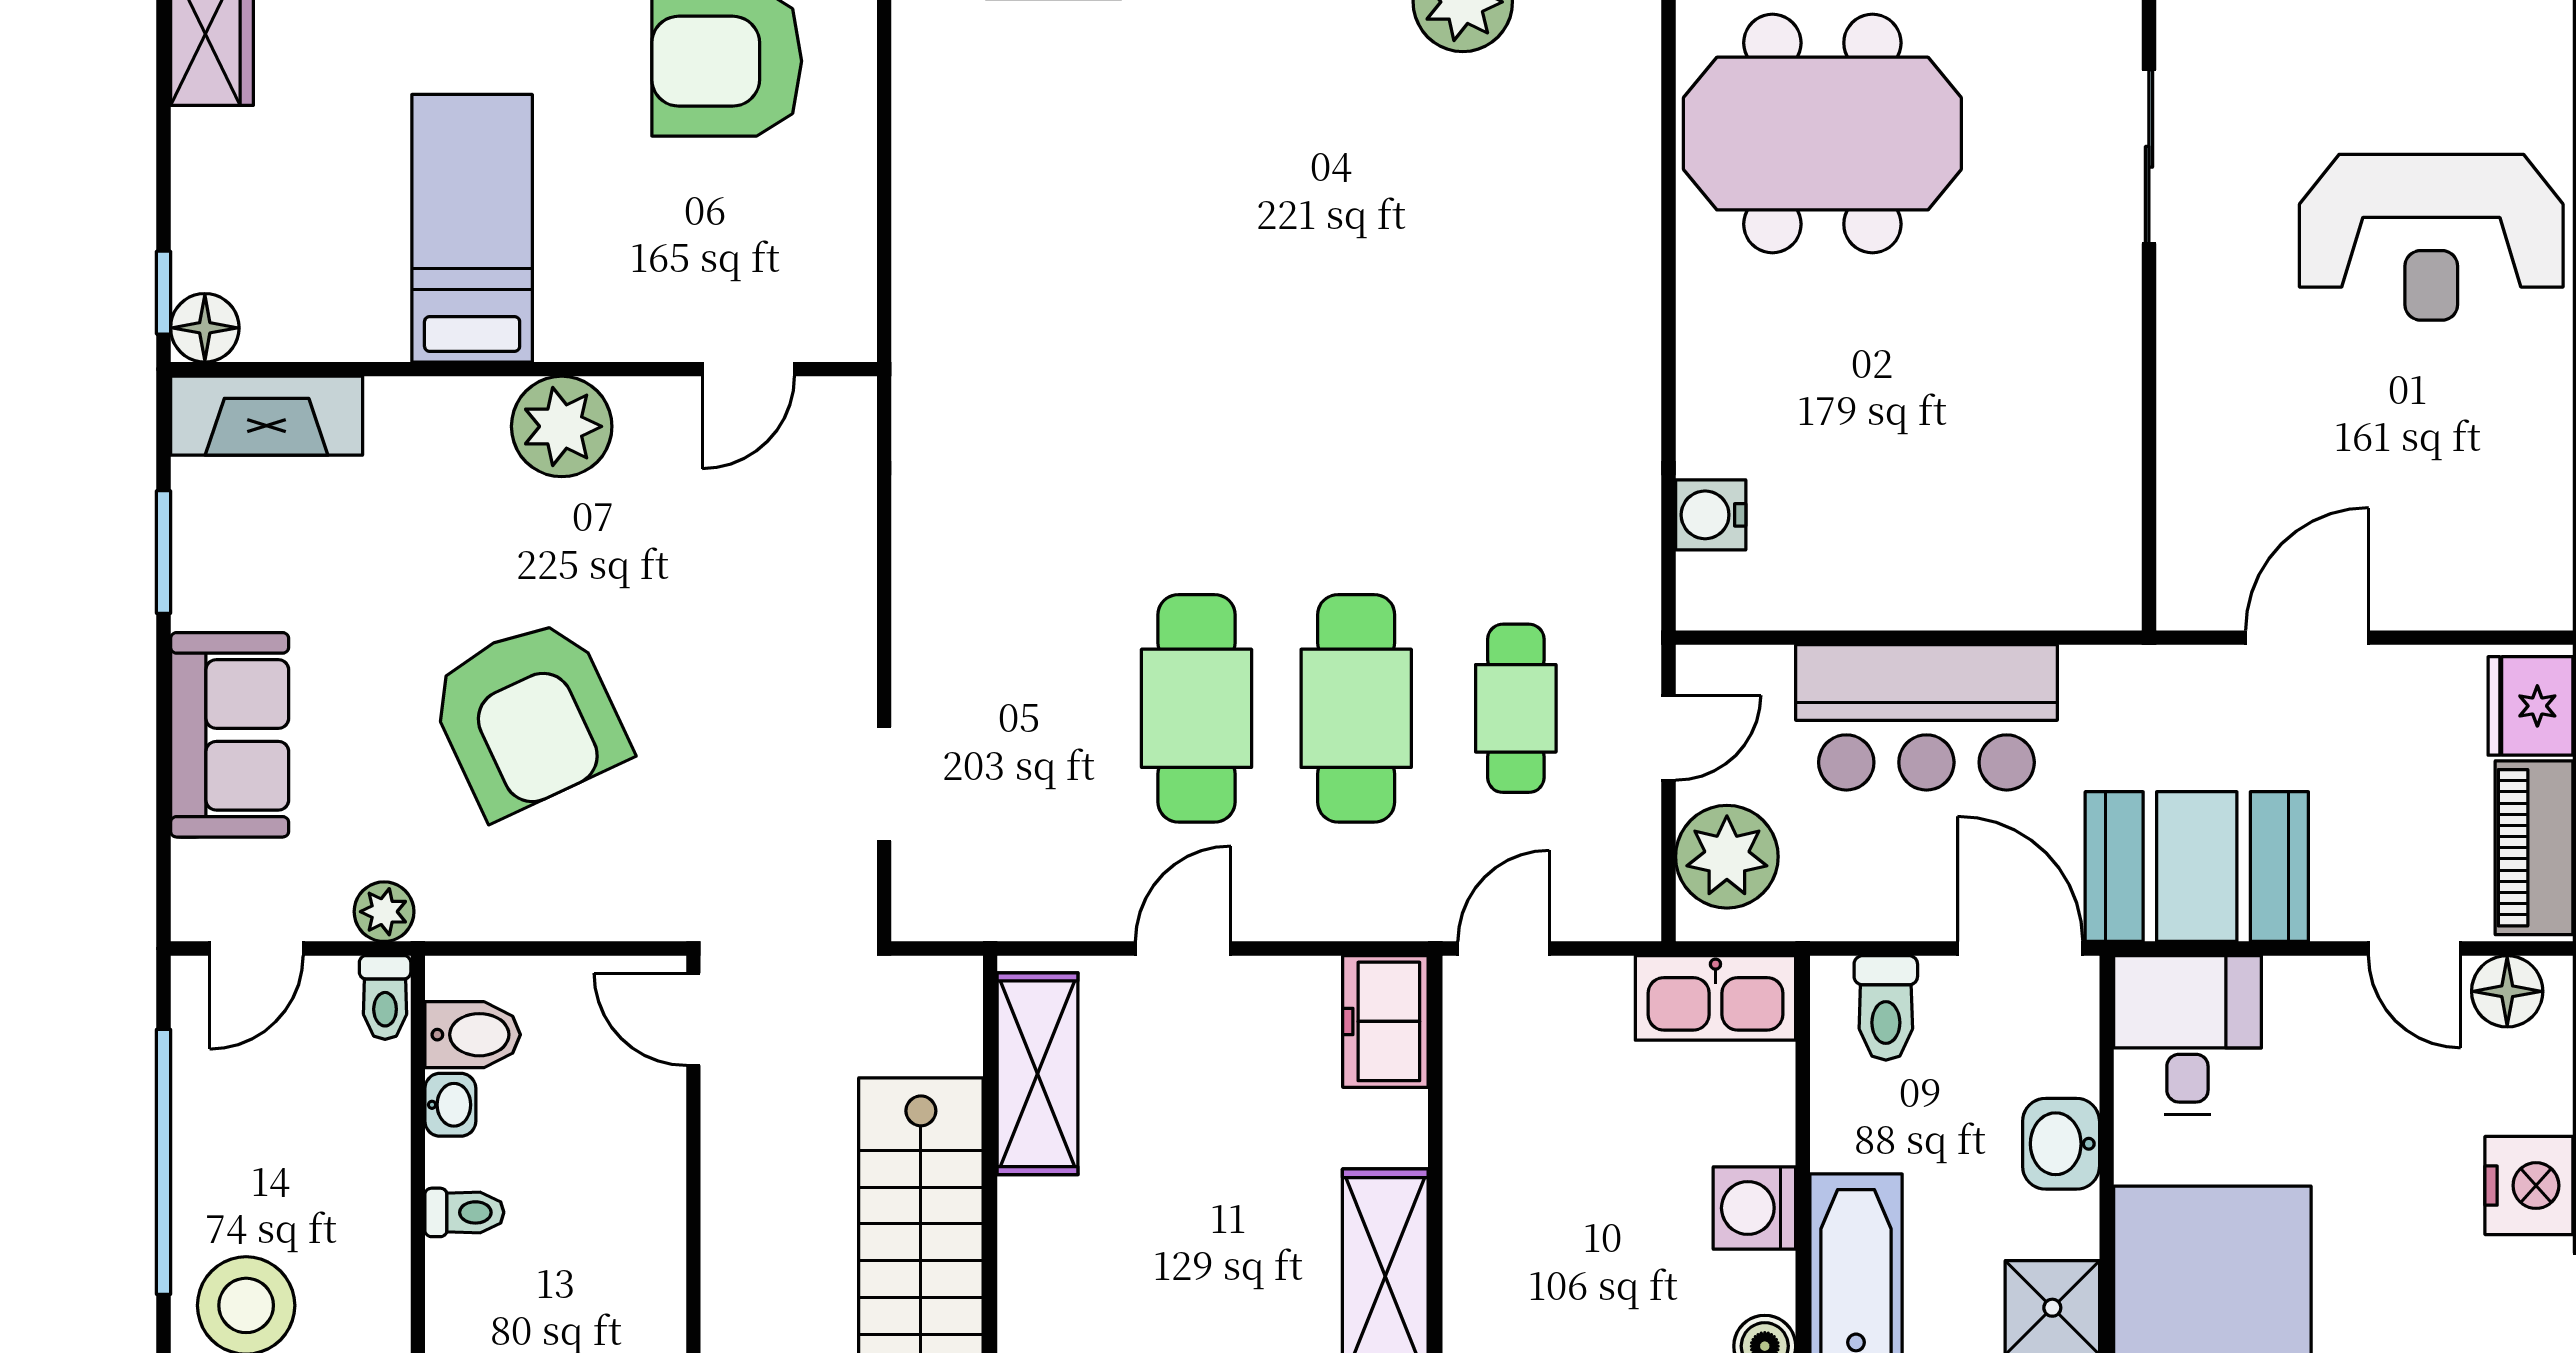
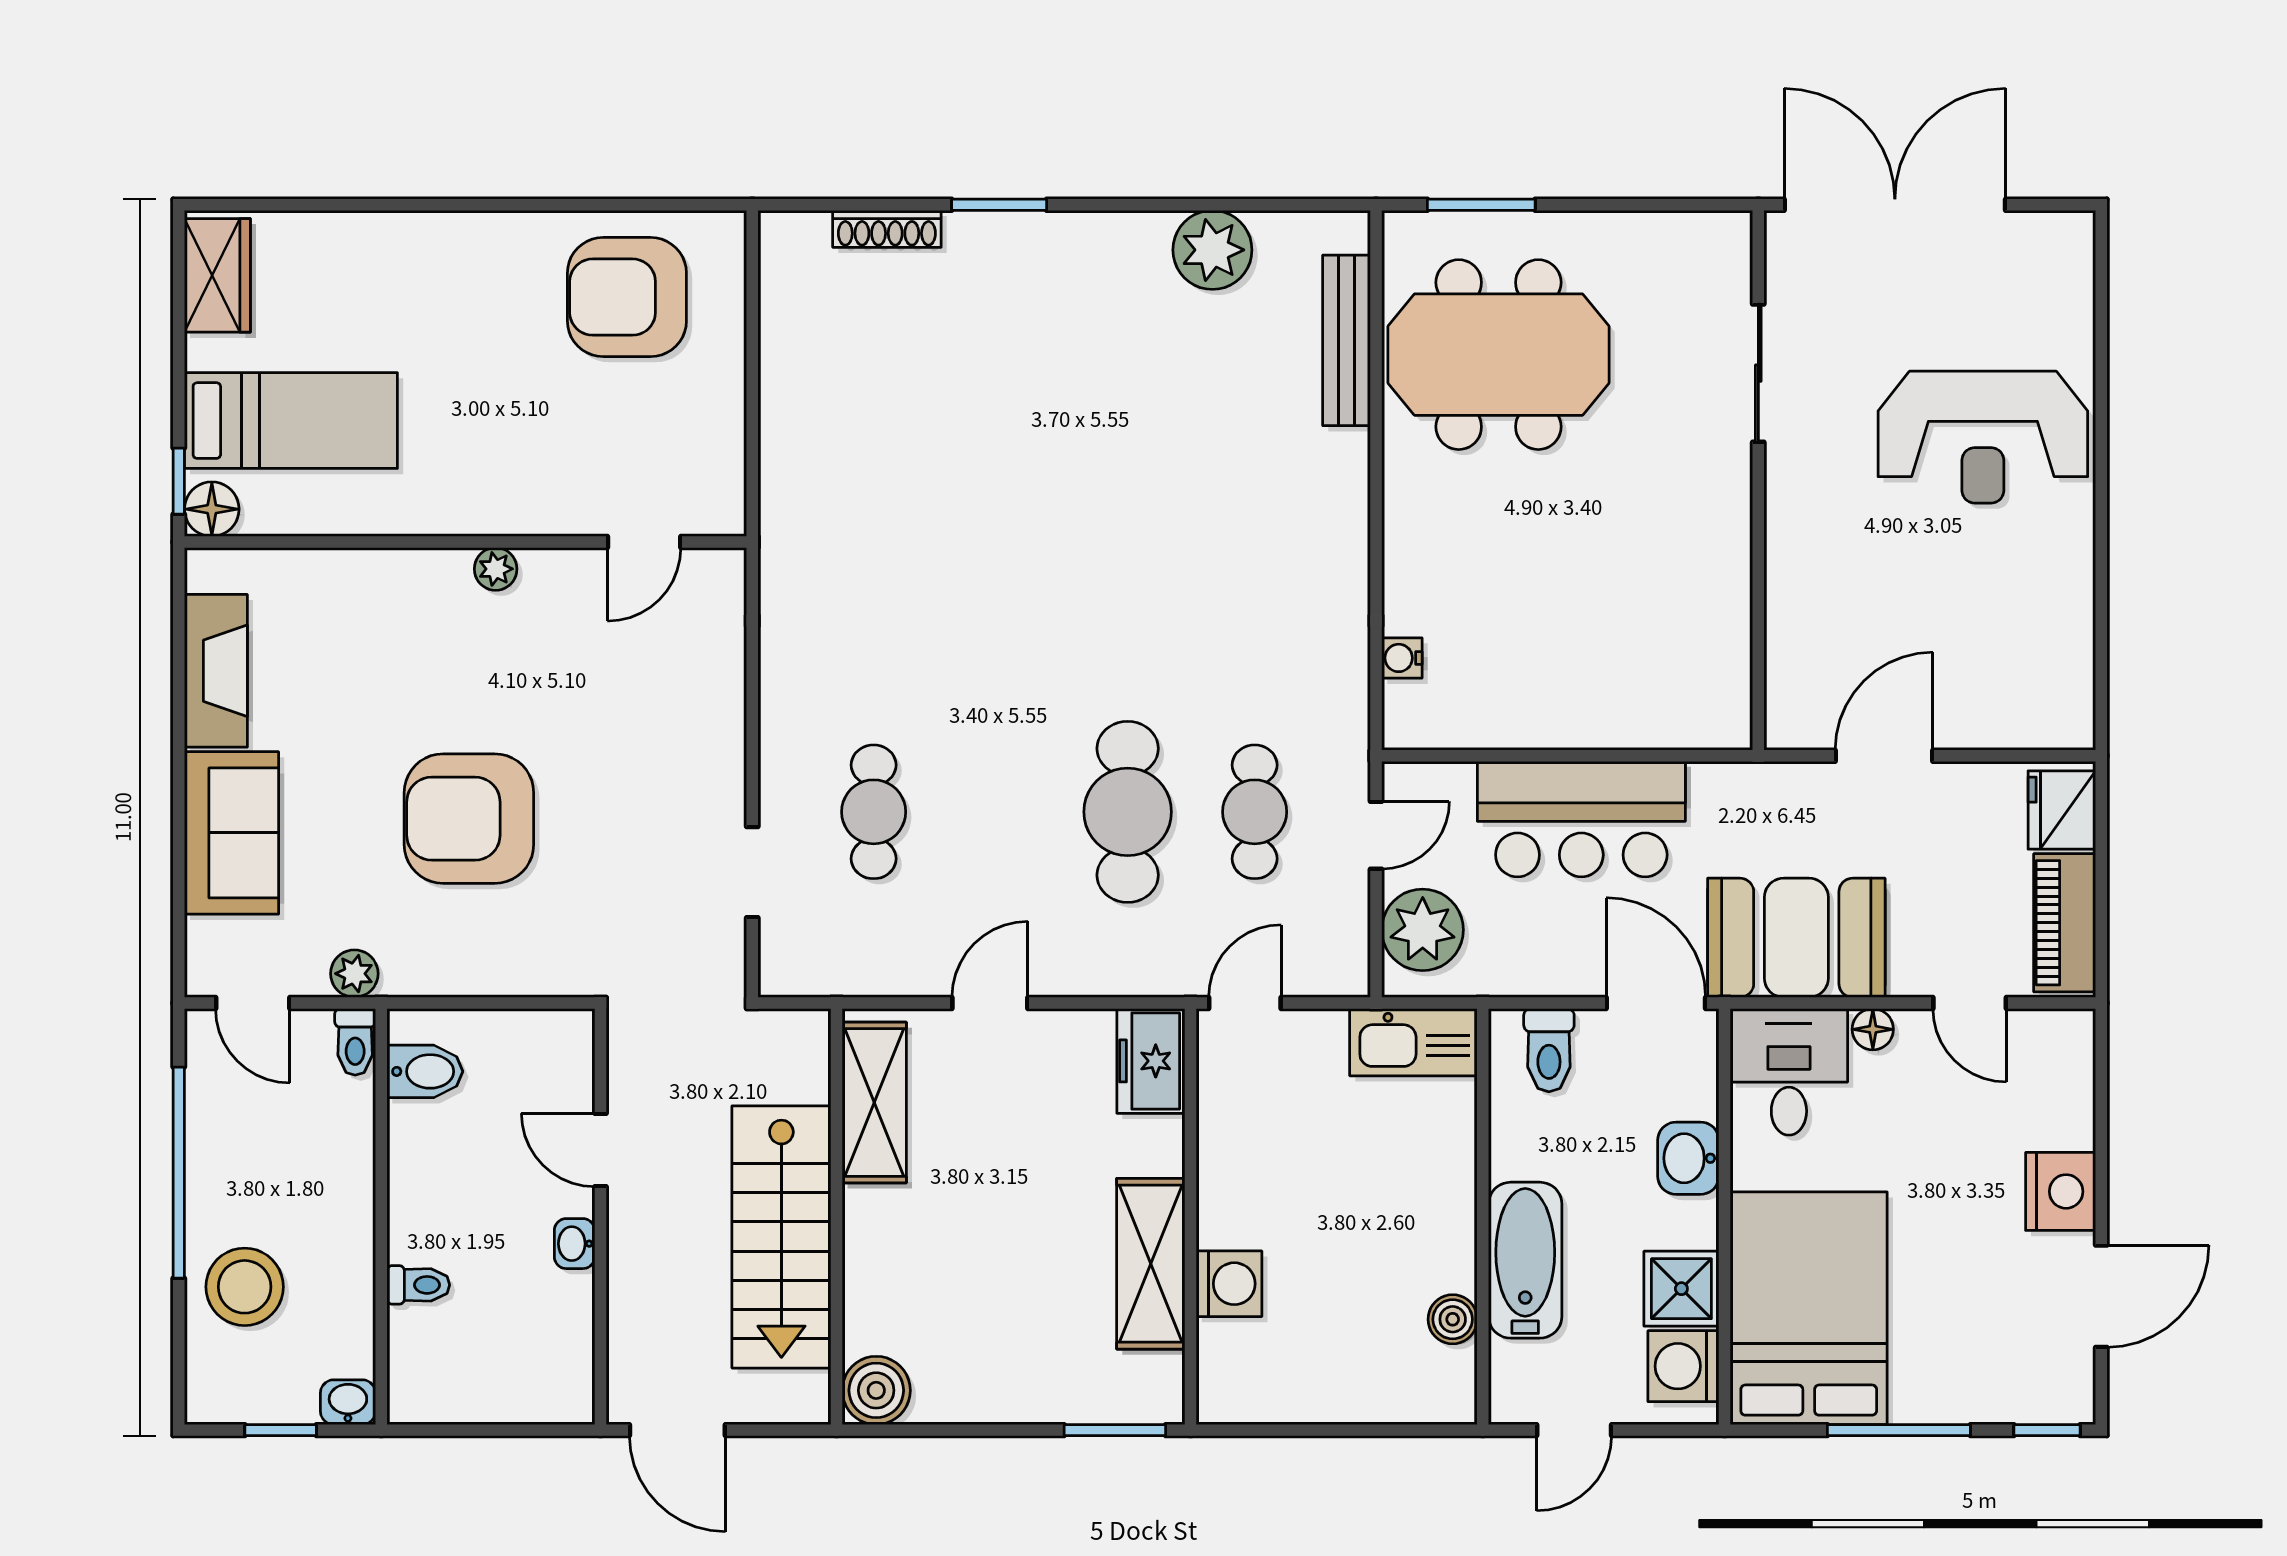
bench: (1631, 116) -> (1347, 340), added
bed: (472, 228) -> (291, 421), moved, turned 90
fireplace: (267, 416) -> (216, 671), moved, turned -90
plant: (562, 426) -> (496, 569), width x0.53, depth x0.53
water cooler: (1711, 515) -> (1402, 658), width x0.72, depth x0.72
window: (163, 552) -> (179, 688), removed
cafe table: (1196, 708) -> (874, 812), moved, width x0.73, depth x0.74
armchair: (528, 717) -> (469, 819), turned 115
door: (256, 949) -> (253, 1003), hinge flipped
floor lamp: (2507, 991) -> (1873, 1029), moved, width x0.73, depth x0.73
door: (693, 1019) -> (600, 1150), moved
washbasin: (450, 1105) -> (575, 1244), moved, turned 180
washing machine: (1754, 1208) -> (1229, 1284), moved, turned 180
toilet: (464, 1212) -> (418, 1285), moved

